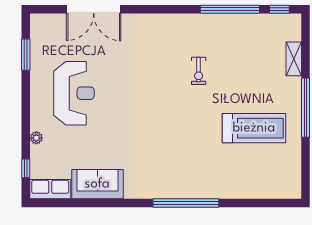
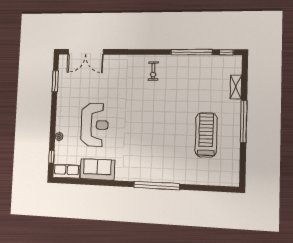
double door: (94, 9) -> (86, 52), moved
exercise bike: (199, 71) -> (153, 71), moved
reception desk: (74, 93) -> (95, 125), moved
treadmill: (254, 128) -> (206, 135), turned -90

